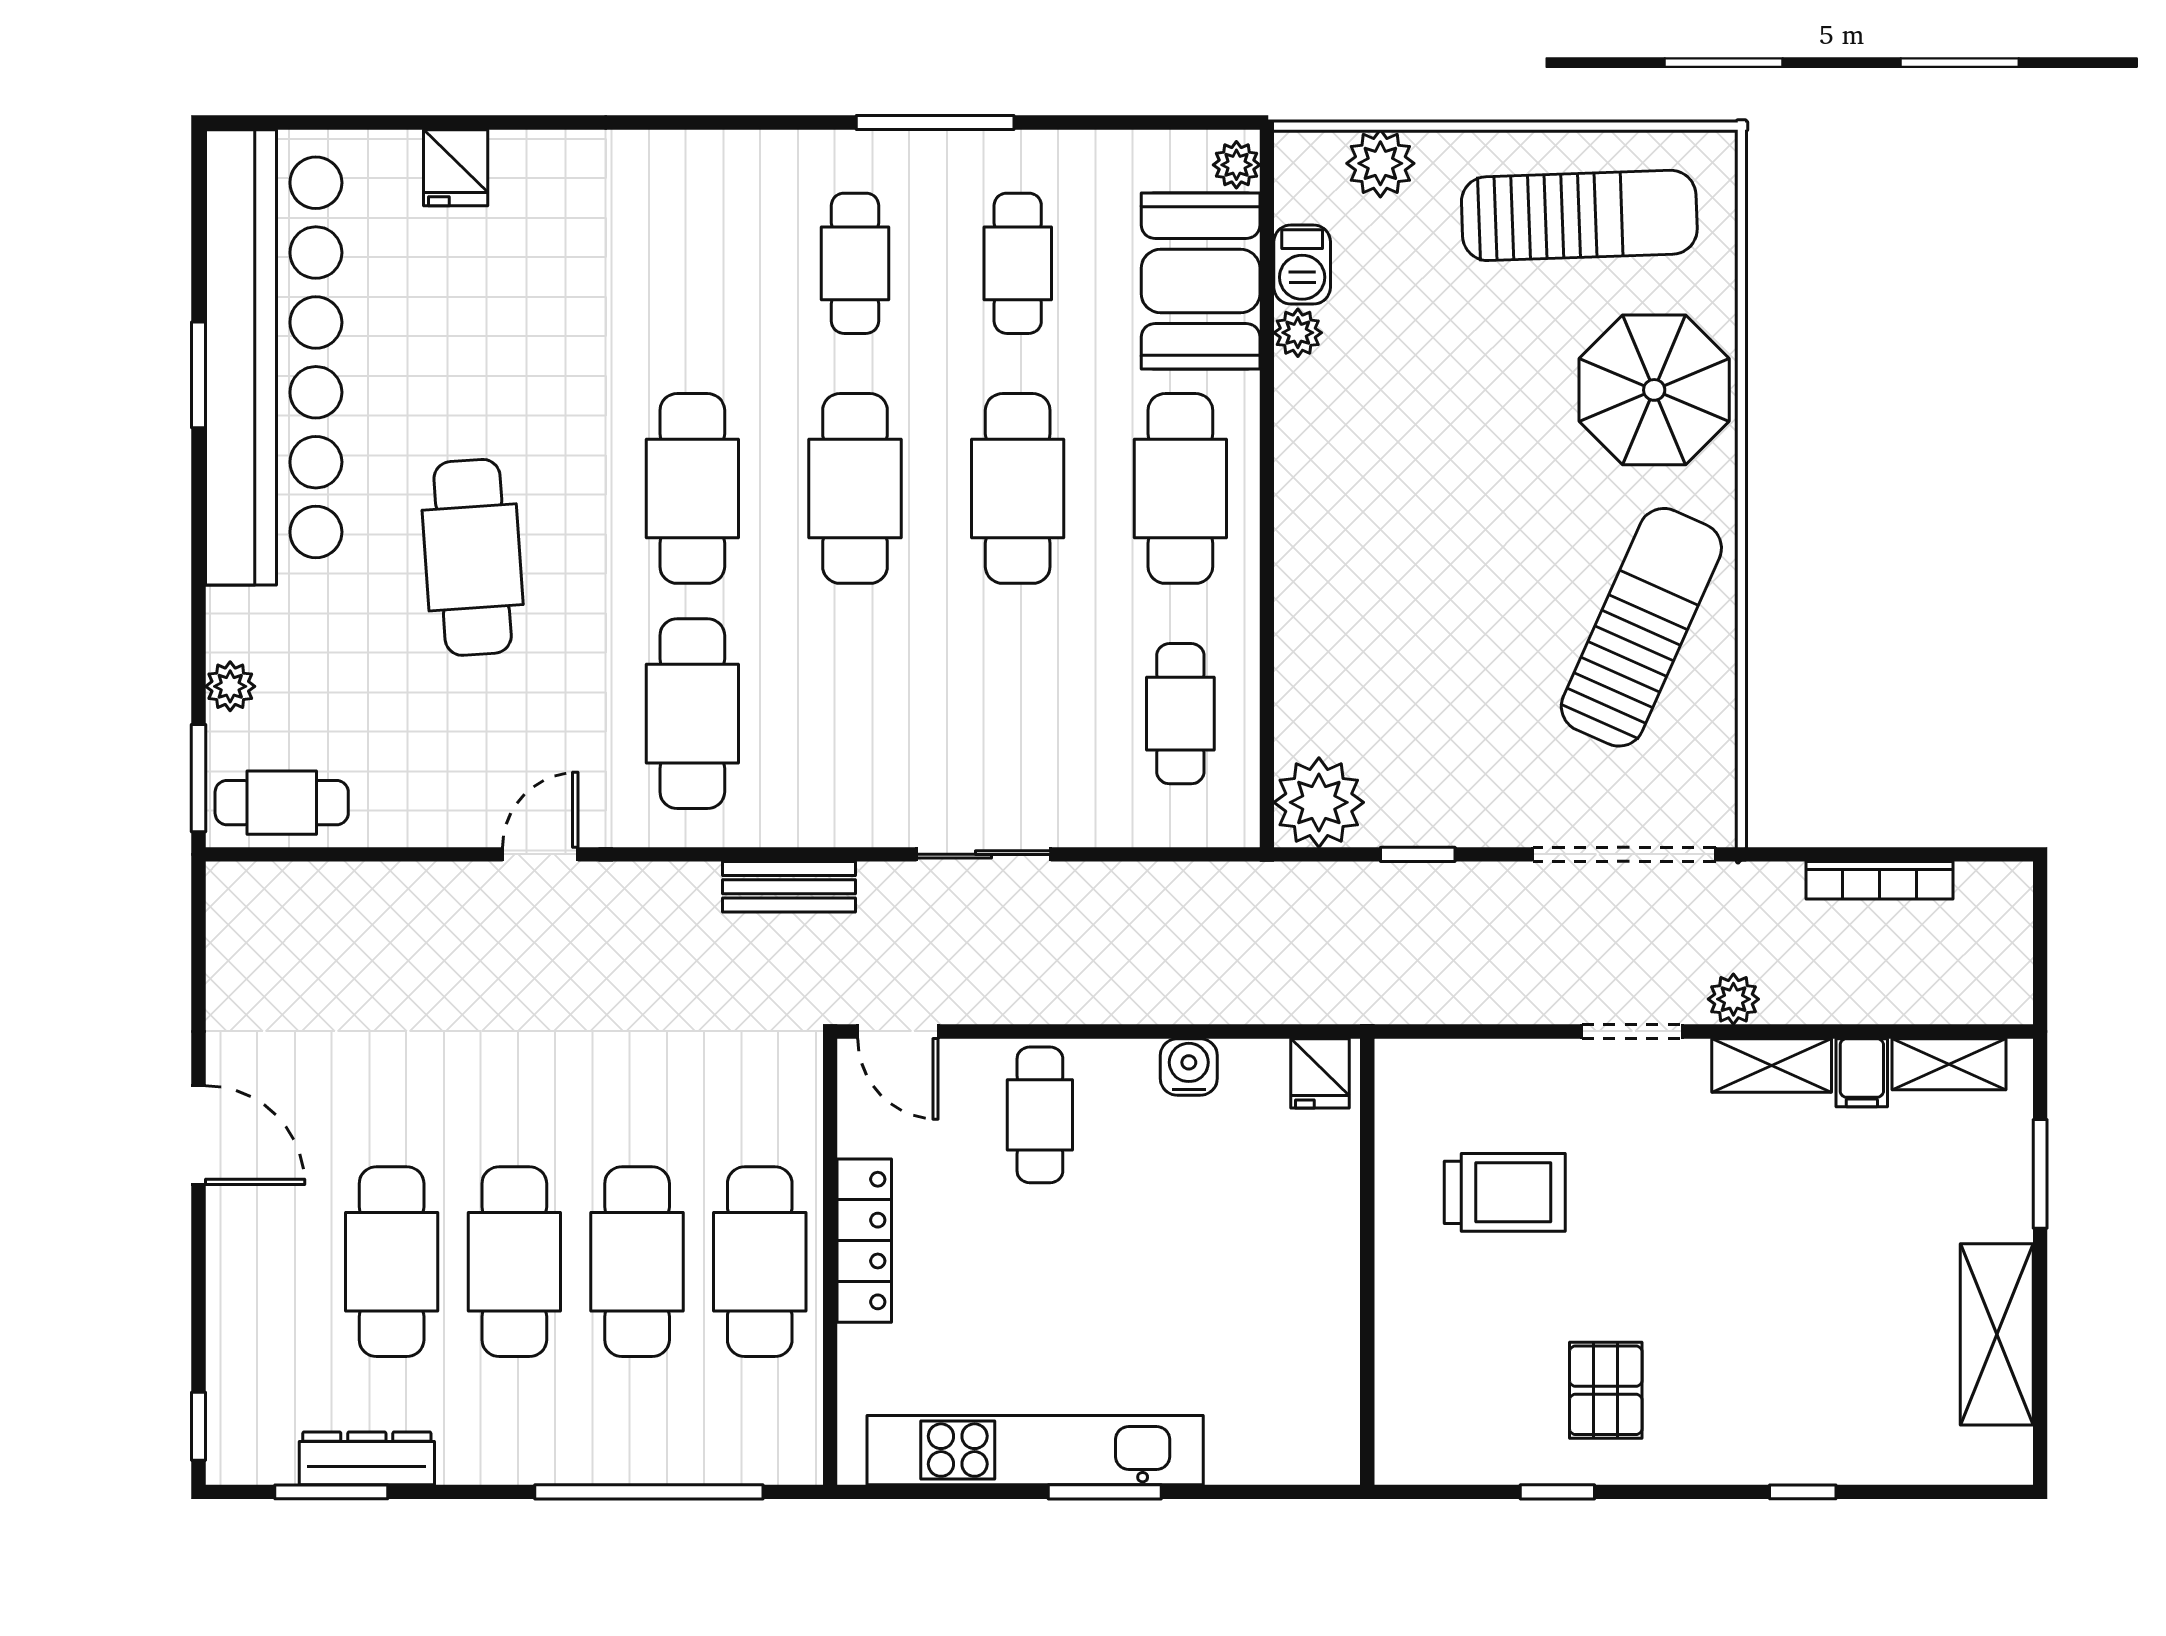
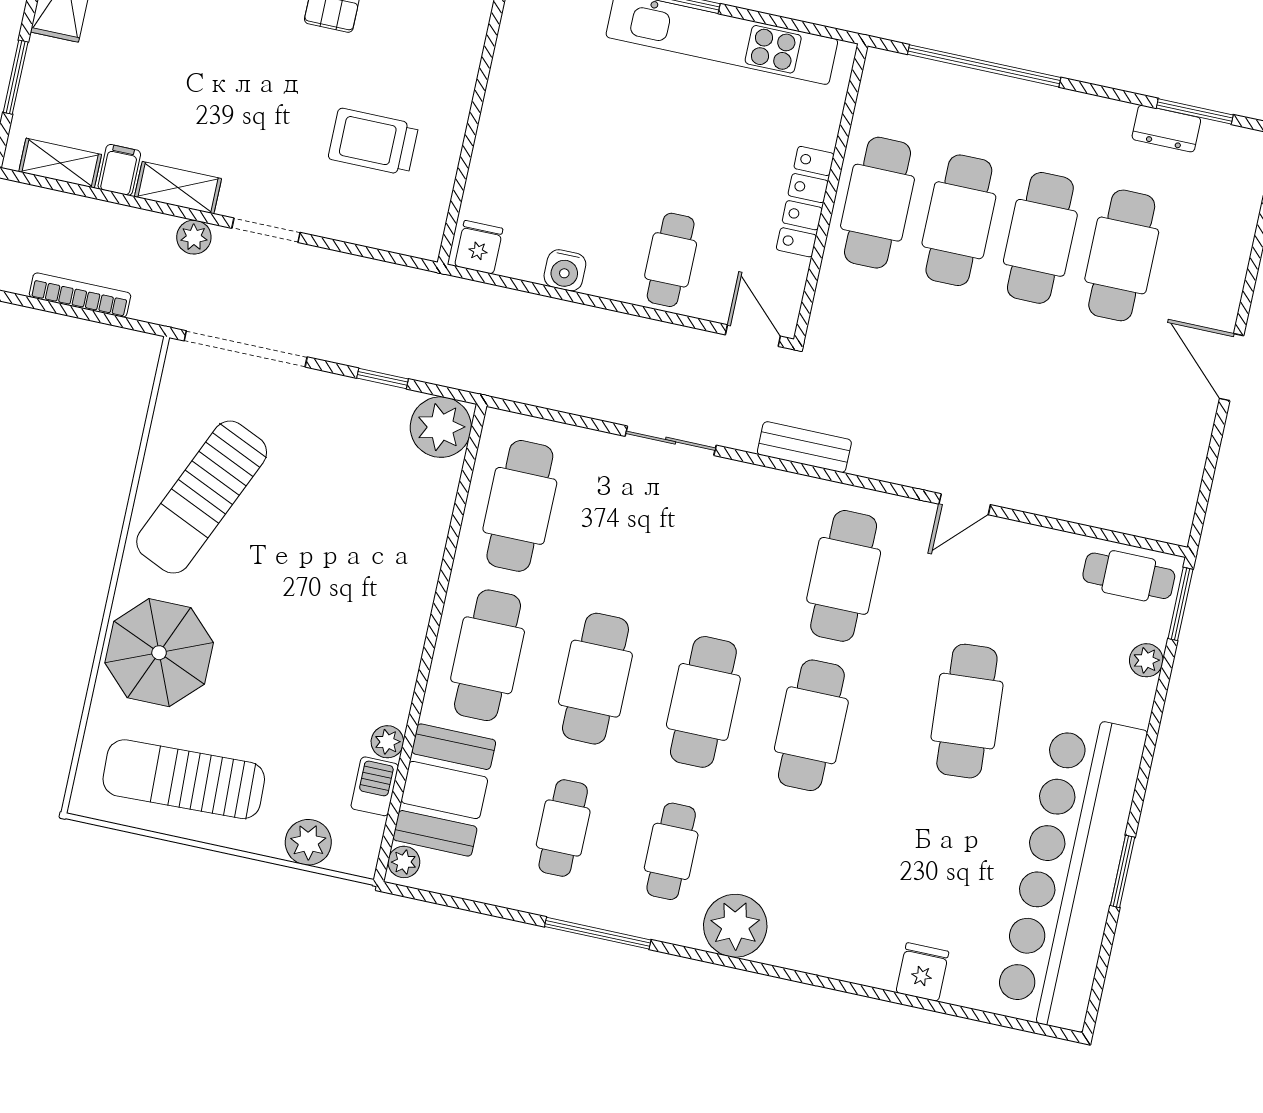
plant: (739, 176) -> (735, 926), added
cafe table: (1180, 714) -> (520, 506), width x1.37, depth x1.35
dresser: (367, 1458) -> (1166, 129), width x0.70

